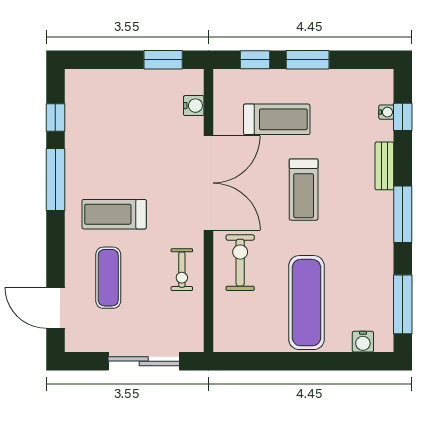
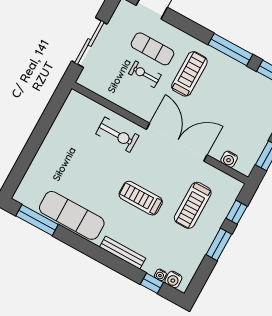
bench: (384, 166) -> (123, 253), width x1.36
double door: (209, 183) -> (177, 142), swing flipped
window: (403, 214) -> (92, 250), removed
exercise bike: (182, 270) -> (145, 74), moved
exercise mat: (306, 303) -> (72, 215), moved
water cooler: (363, 342) -> (173, 279), moved, turned -90

